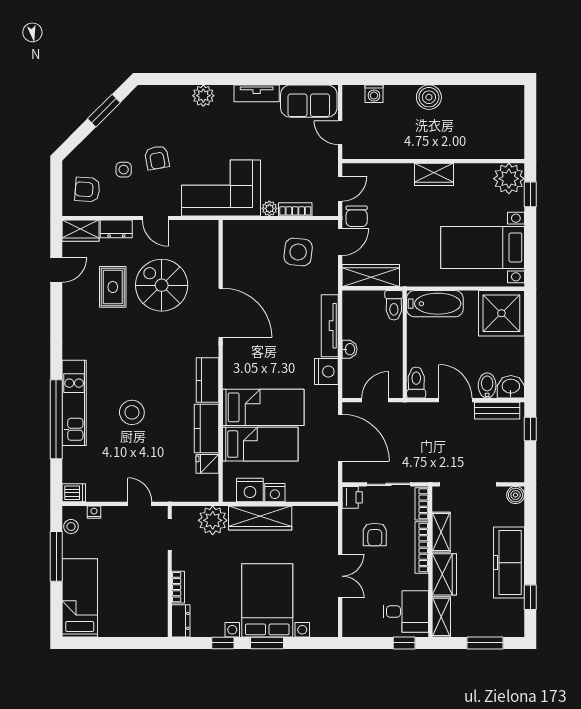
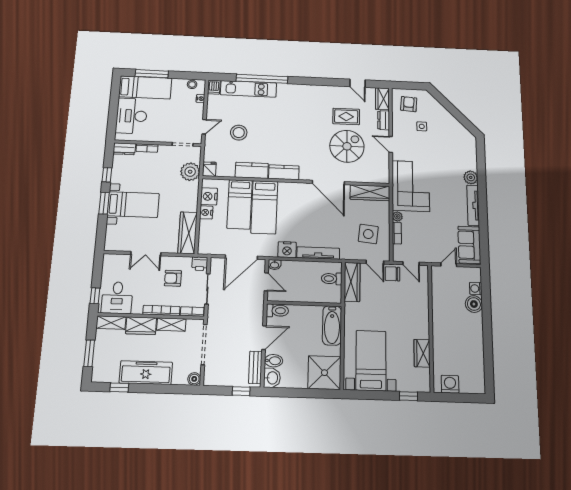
tv unit: (257, 93) -> (473, 205), width x1.41
boiler: (429, 97) -> (474, 304), moved
window: (104, 111) -> (459, 116), removed
washing machine: (512, 135) -> (450, 384), added
armchair: (157, 158) -> (430, 147), removed
wardrobe: (434, 174) -> (422, 353), moved
plant: (509, 179) -> (419, 381), removed
door: (155, 218) -> (391, 144), hinge flipped
wardrobe: (234, 250) -> (370, 193), added
toilet: (394, 305) -> (332, 279), moved
door: (221, 313) -> (328, 182), hinge flipped
washbasin: (349, 349) -> (275, 265), moved
kitchen unit: (74, 403) -> (248, 89), moved
stool: (132, 412) -> (239, 133), moved
fridge: (207, 464) -> (209, 169), moved
wardrobe: (260, 518) -> (188, 233), moved
window: (56, 556) -> (152, 74), moved
bed with nightstands: (267, 600) -> (133, 205), width x0.73
desk: (128, 615) -> (132, 116), added

